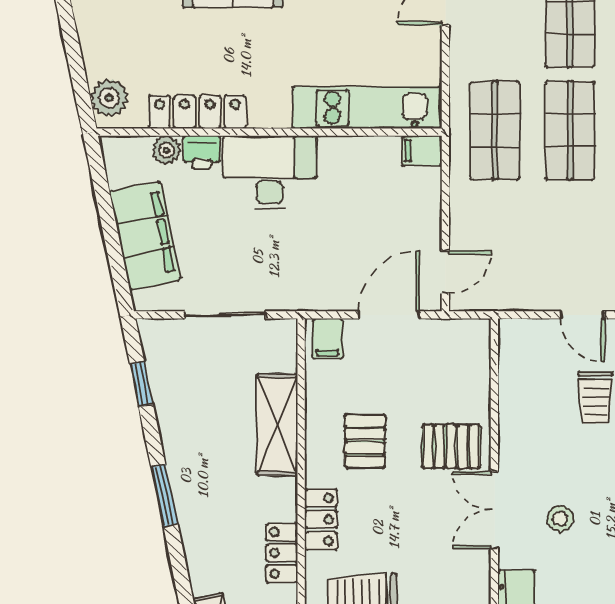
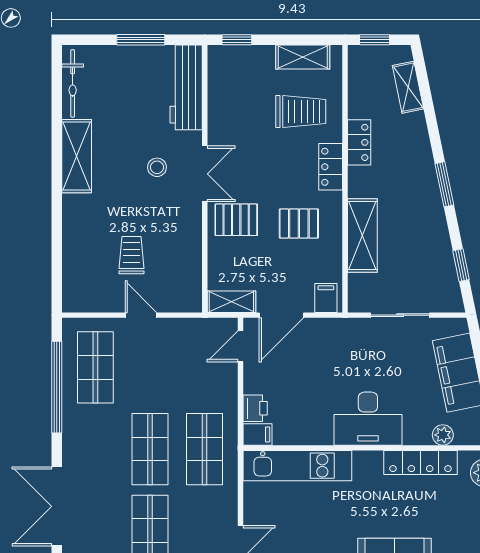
printer: (202, 152) -> (255, 408), moved, turned 90
shelving: (458, 333) -> (231, 302), added
pallet: (365, 441) -> (299, 224), turned 90

